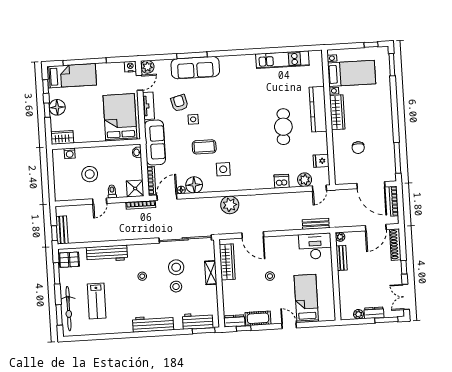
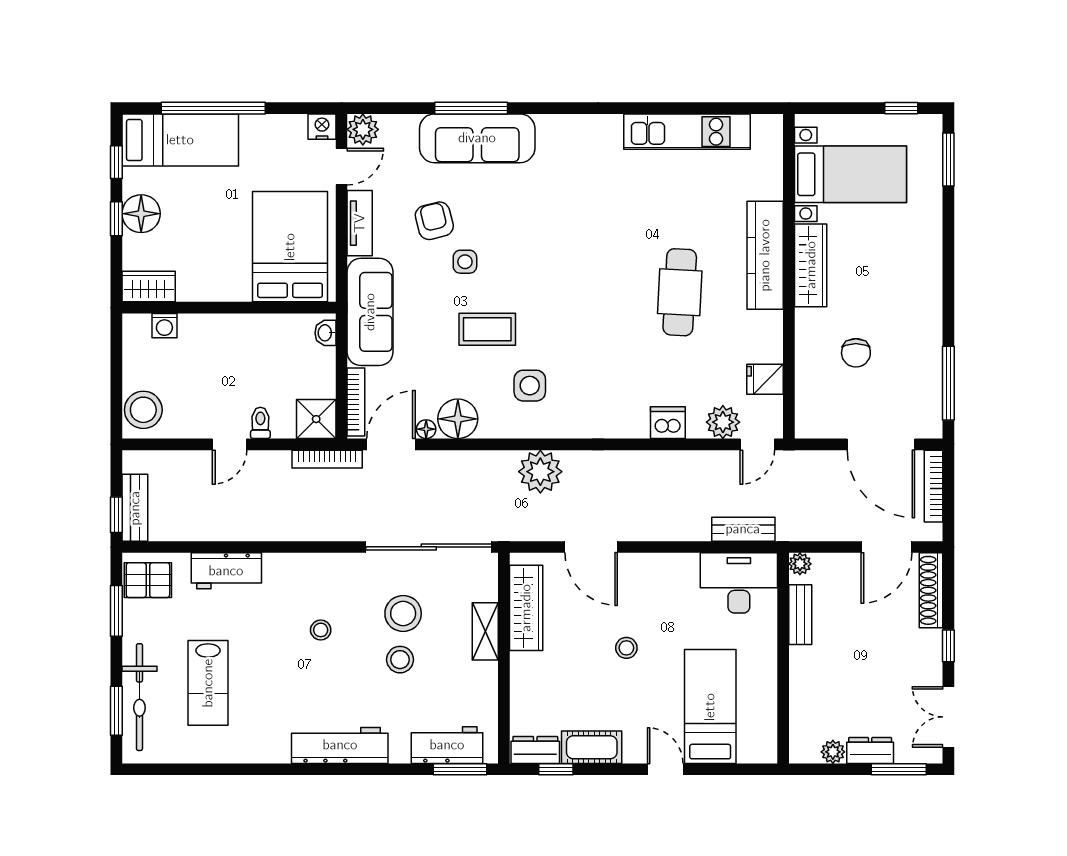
stool: (90, 174) -> (143, 410), moved
workbench: (107, 254) -> (226, 571), width x0.73

